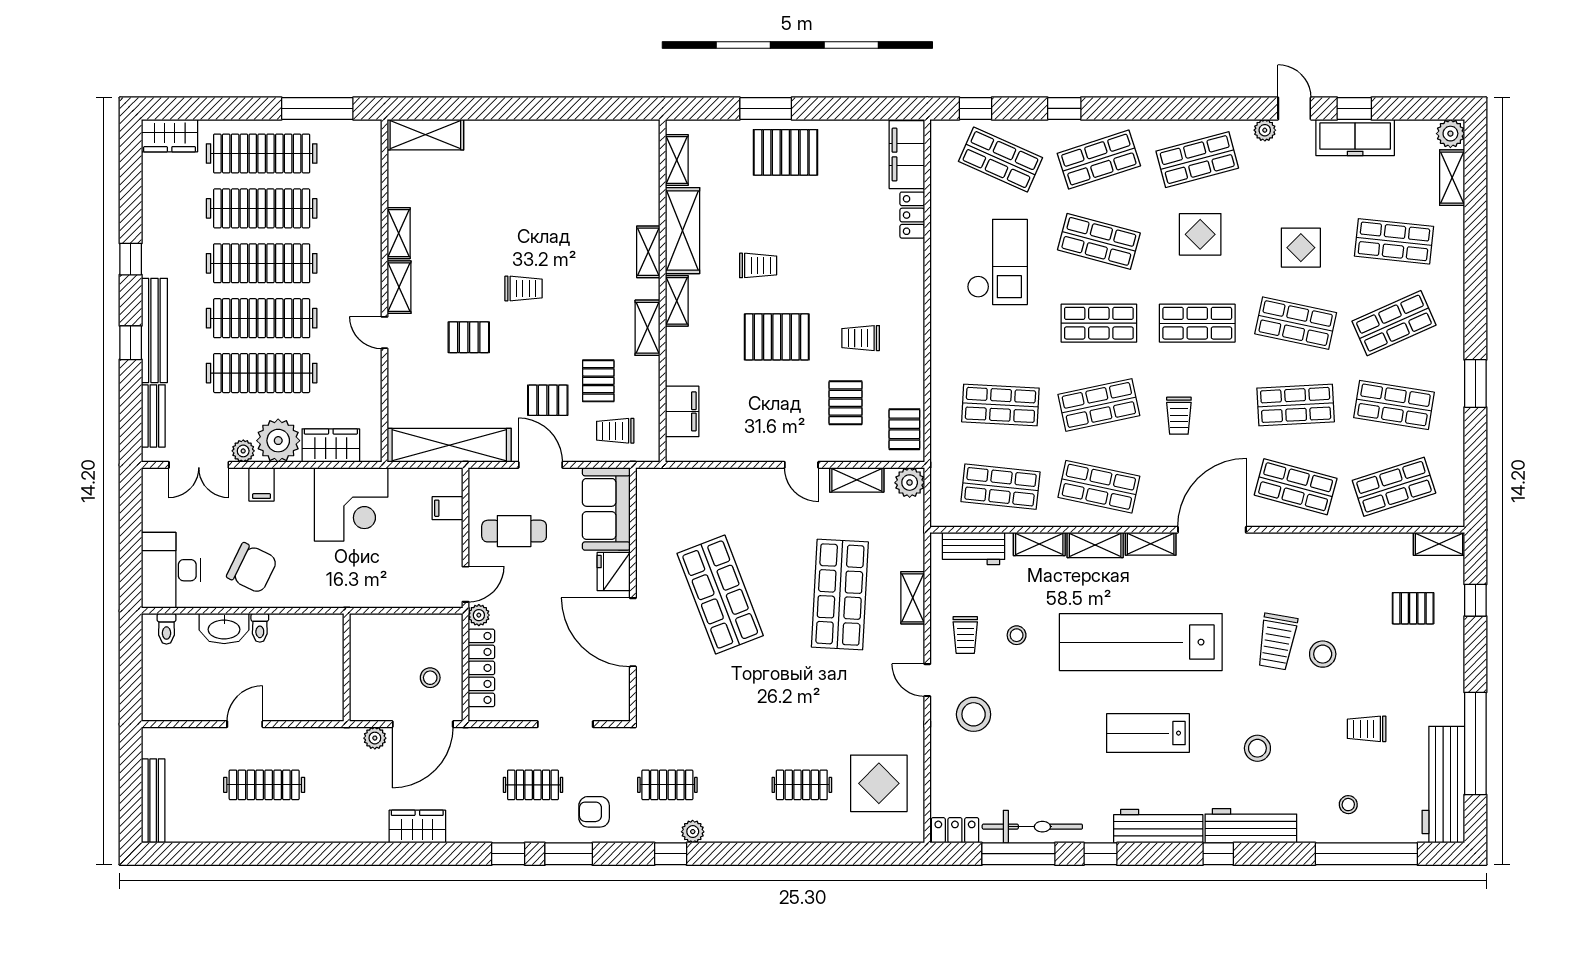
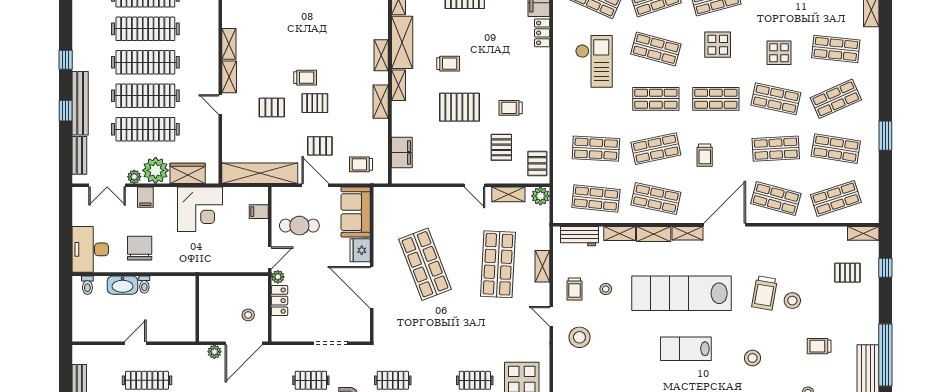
pallet: (598, 381) -> (315, 103), moved, turned 90
chair: (252, 568) -> (140, 248), turned -116
locker: (481, 668) -> (279, 301), width x0.66

